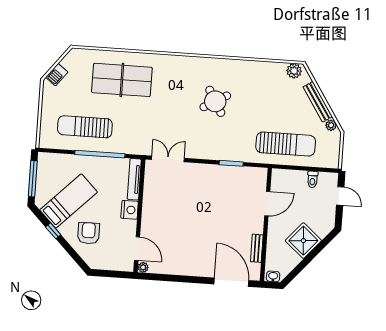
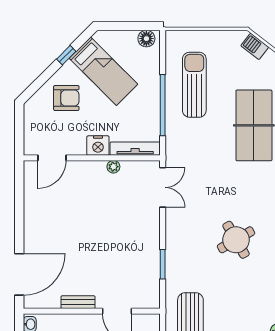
floor lamp: (44, 164) -> (146, 39), added
window: (33, 179) -> (127, 26), removed
bench: (257, 248) -> (78, 302), moved
plant: (143, 267) -> (113, 167), moved

